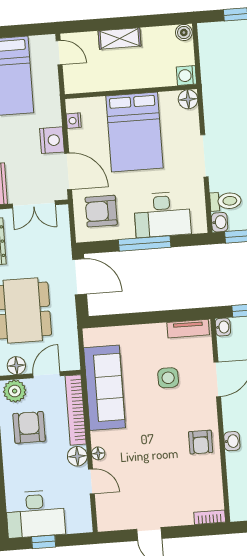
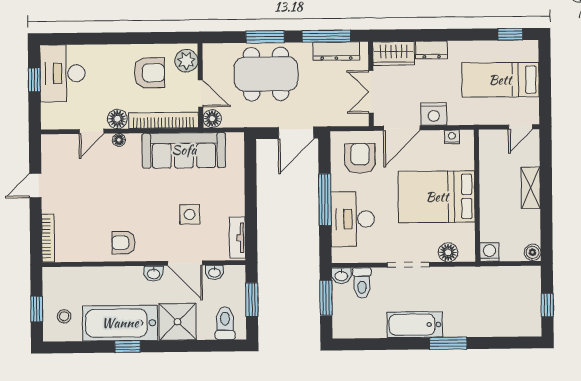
floor lamp: (188, 99) -> (448, 252), moved
washbasin: (223, 327) -> (214, 272), moved
floor lamp: (16, 366) -> (212, 119), moved
washbasin: (232, 441) -> (154, 274), moved
bookcase: (210, 517) -> (48, 238), width x1.56

